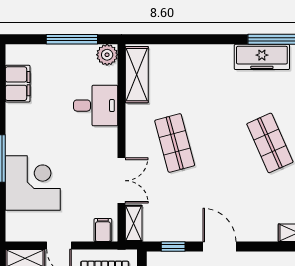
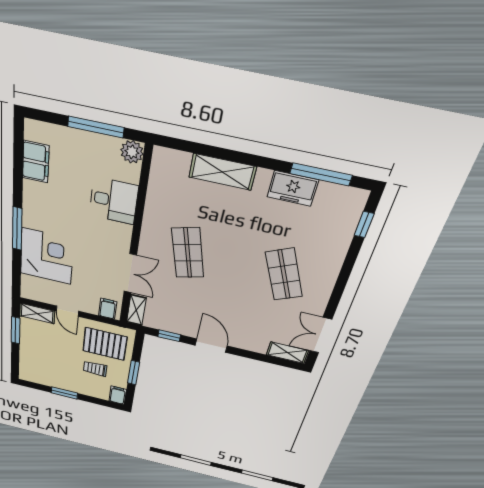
freezer: (262, 57) -> (293, 188), width x0.71
shelving: (137, 75) -> (222, 172), moved, turned 90

